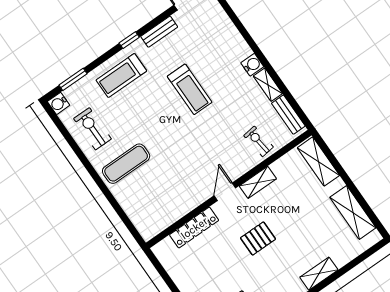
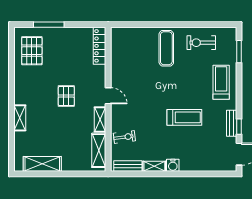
window: (129, 40) -> (239, 127), moved
treadmill: (190, 89) -> (184, 117), turned 180
water cooler: (59, 103) -> (231, 33), removed
exercise bike: (92, 129) -> (201, 43), turned 180
shelving: (318, 162) -> (99, 150), moved, turned 90
locker: (194, 228) -> (100, 46), moved

